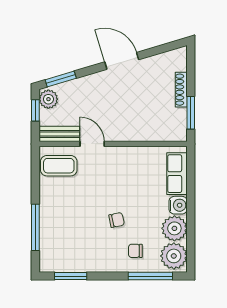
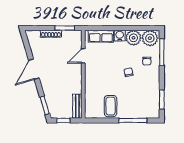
plant: (48, 99) -> (57, 113), removed
door: (92, 144) -> (83, 56), moved
coffee table: (59, 166) -> (111, 106), moved

